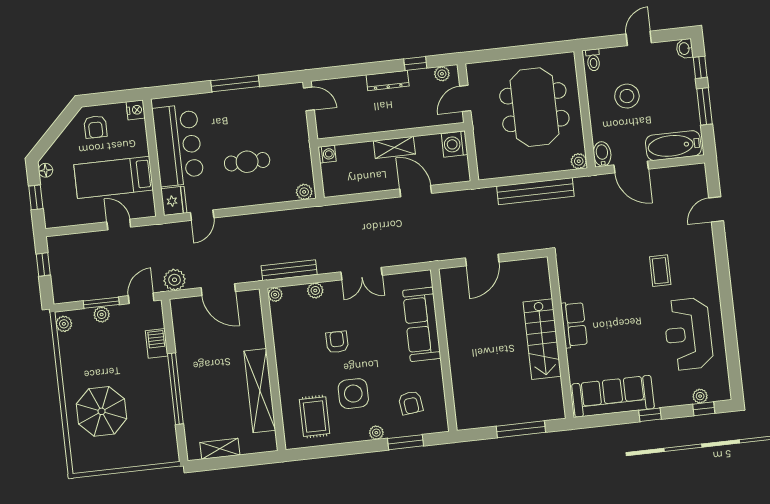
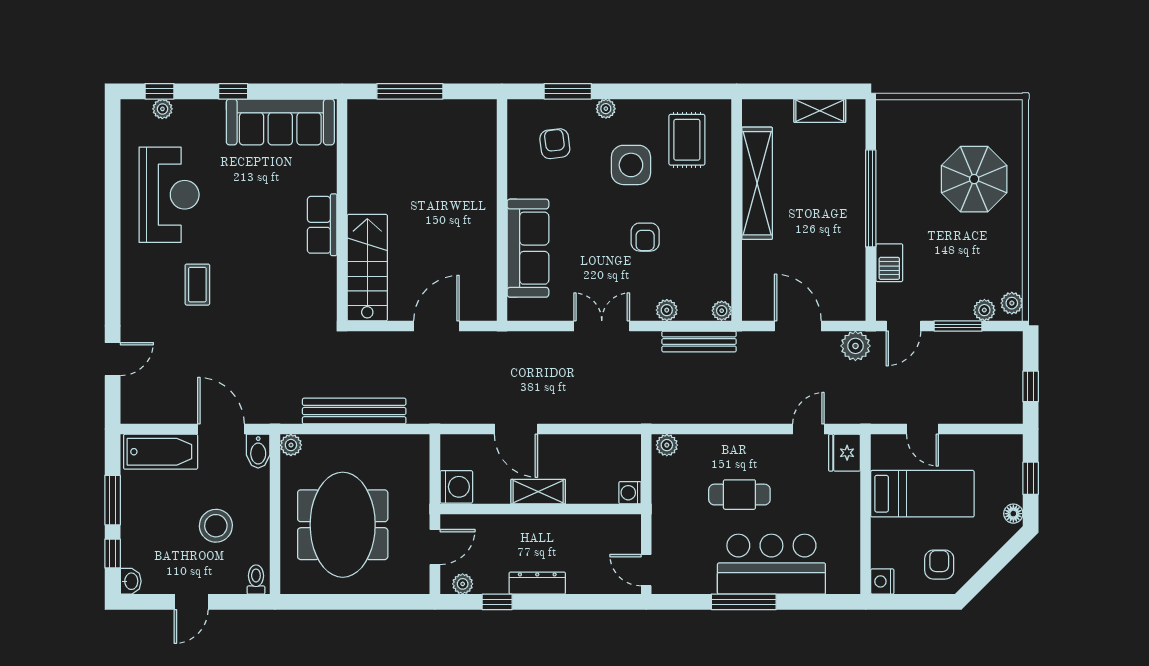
bar counter: (178, 145) -> (771, 564), moved, turned 90
plant: (102, 314) -> (984, 310), moved
stairs: (542, 339) -> (367, 268), moved

